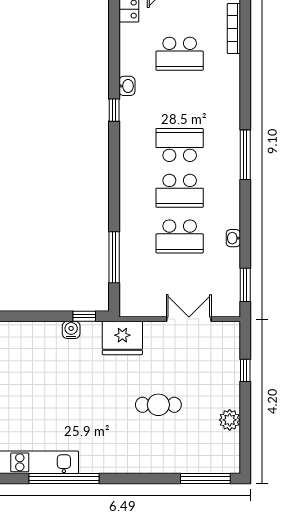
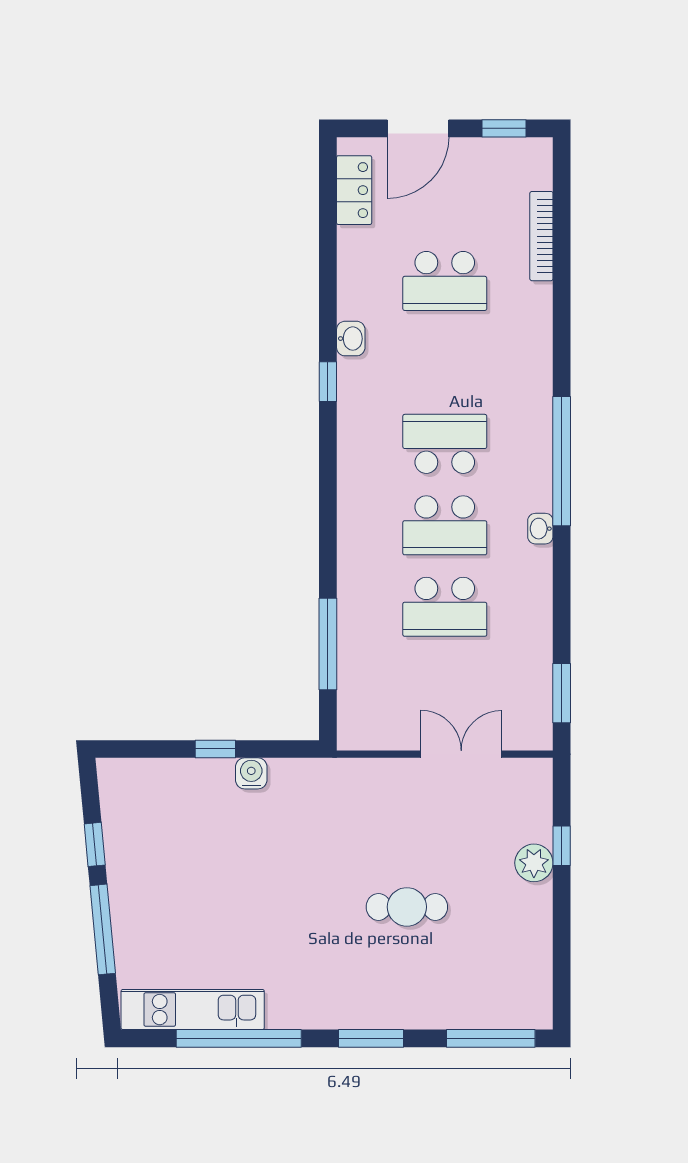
window: (245, 155) -> (562, 461), width x1.46
washbasin: (233, 238) -> (540, 529), moved
window: (84, 316) -> (215, 749), moved
fridge: (122, 338) -> (343, 788), removed
plant: (230, 420) -> (534, 863), moved
window: (138, 478) -> (371, 1038), added

